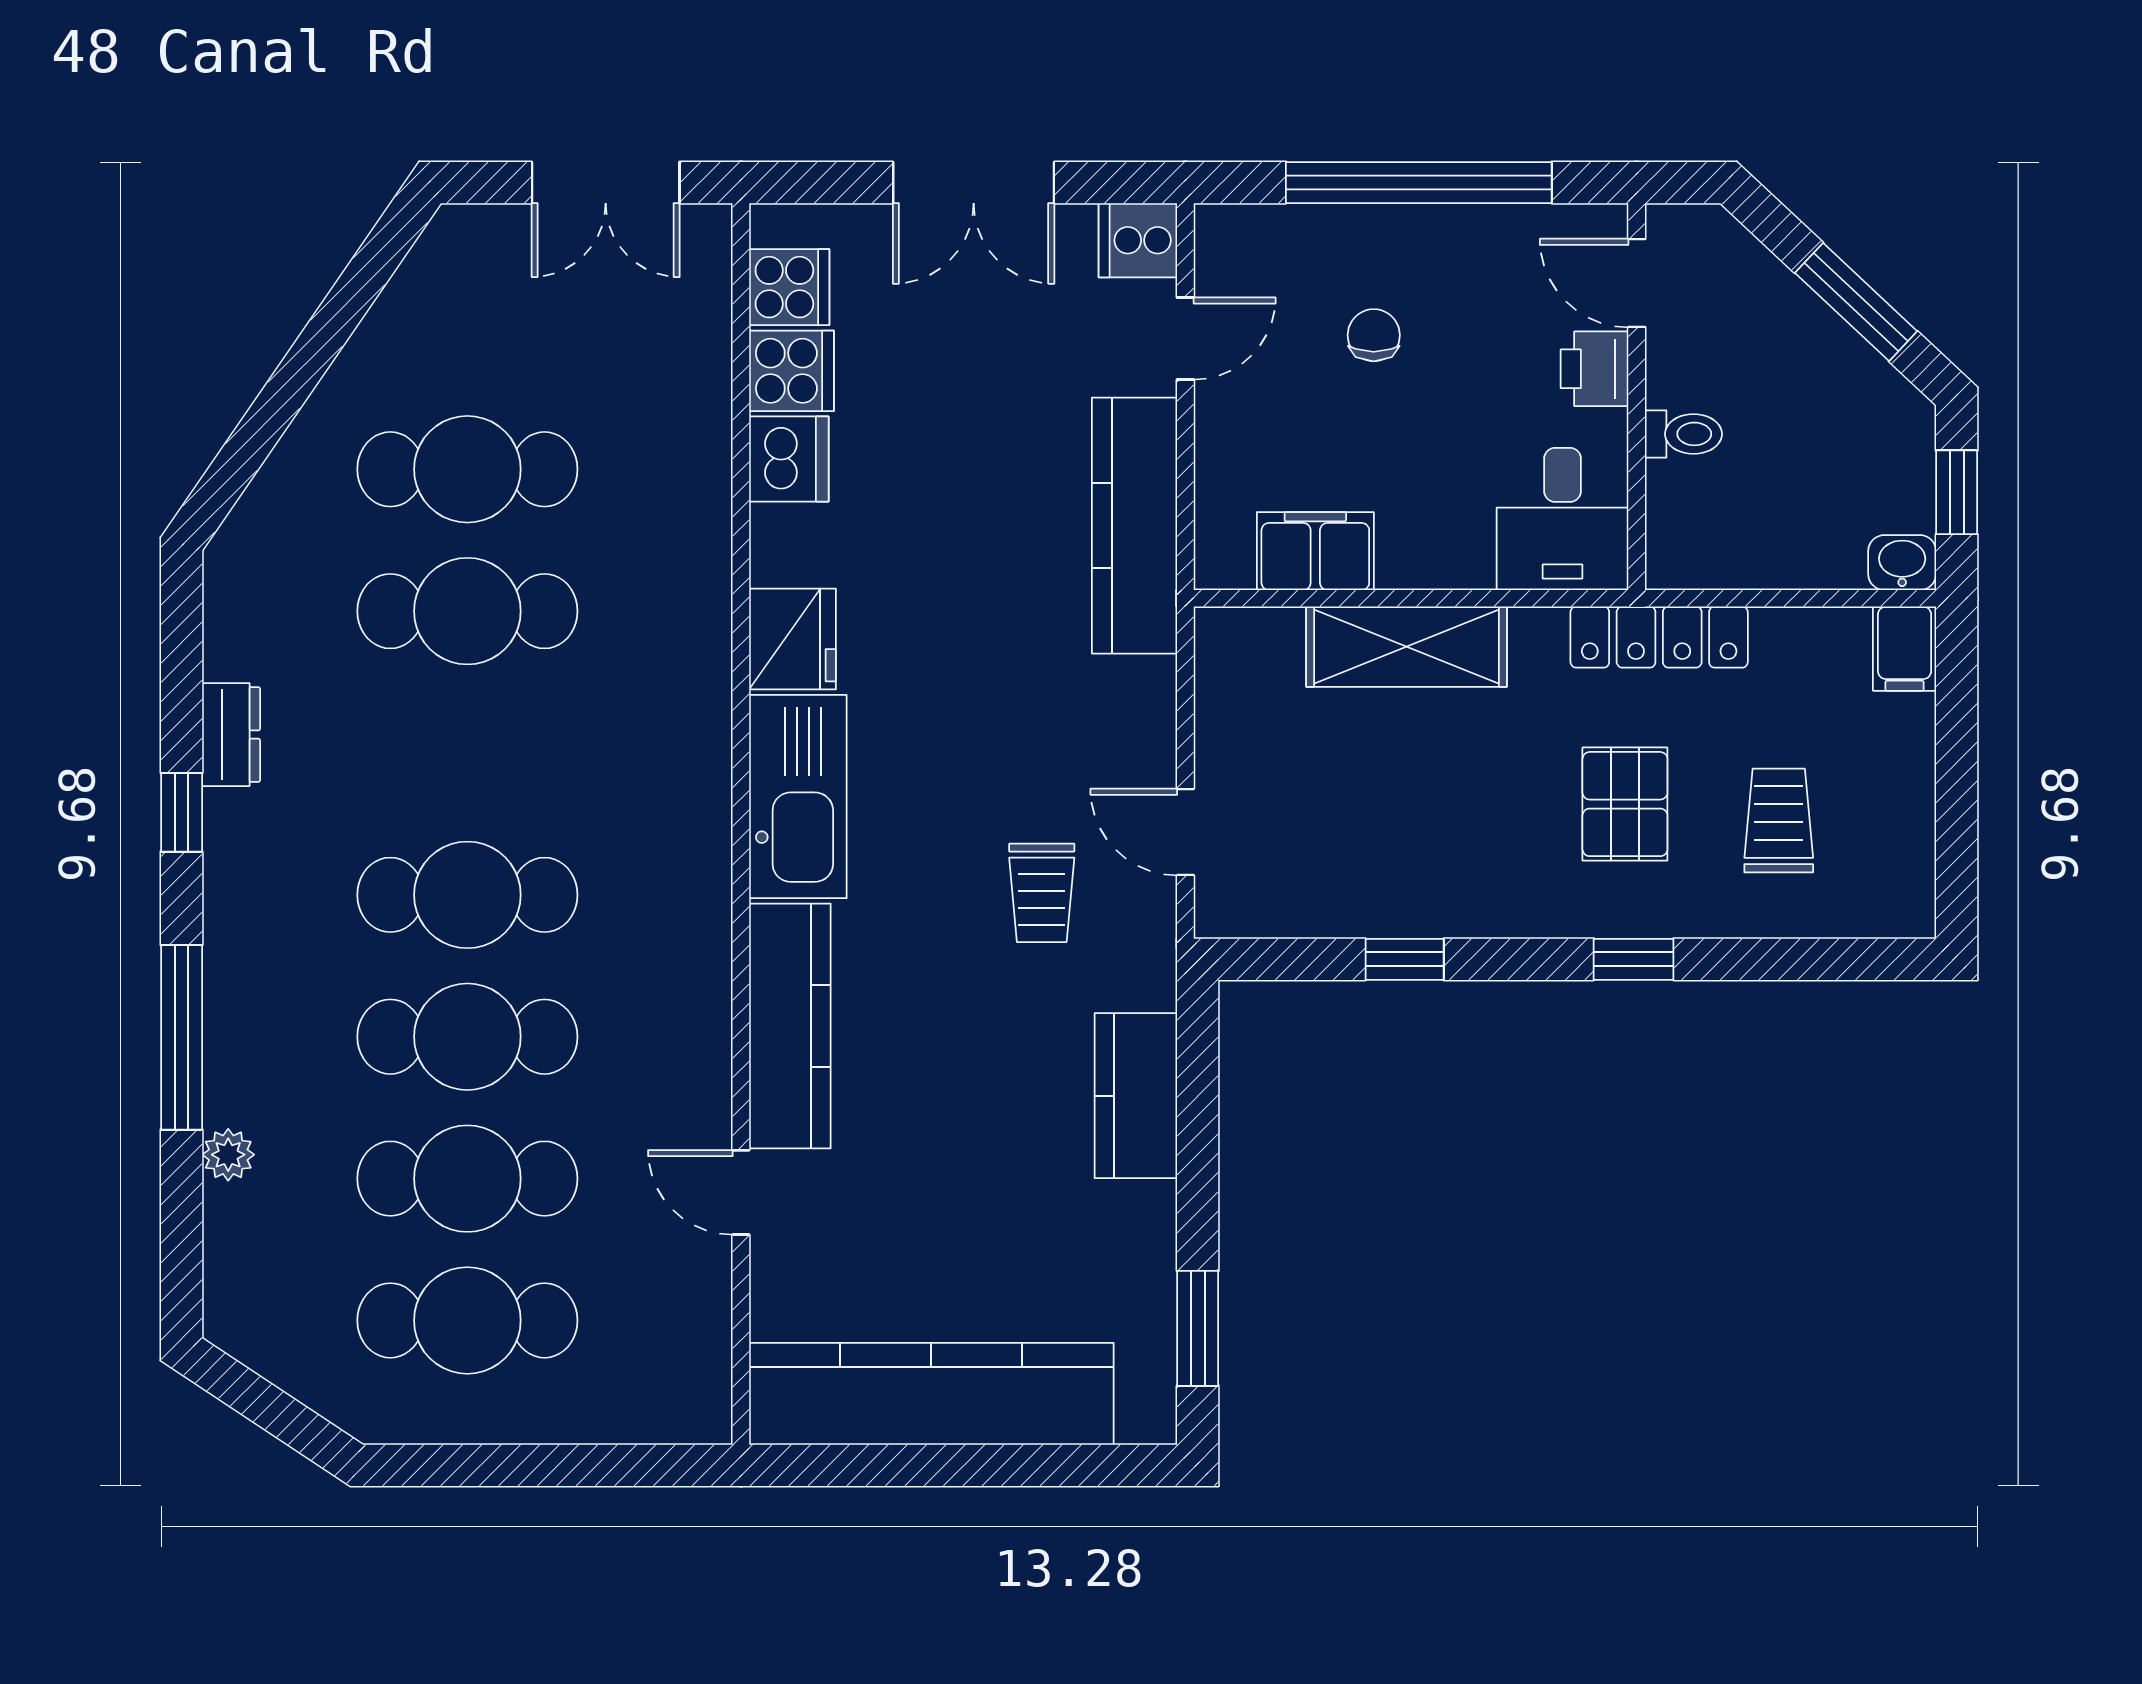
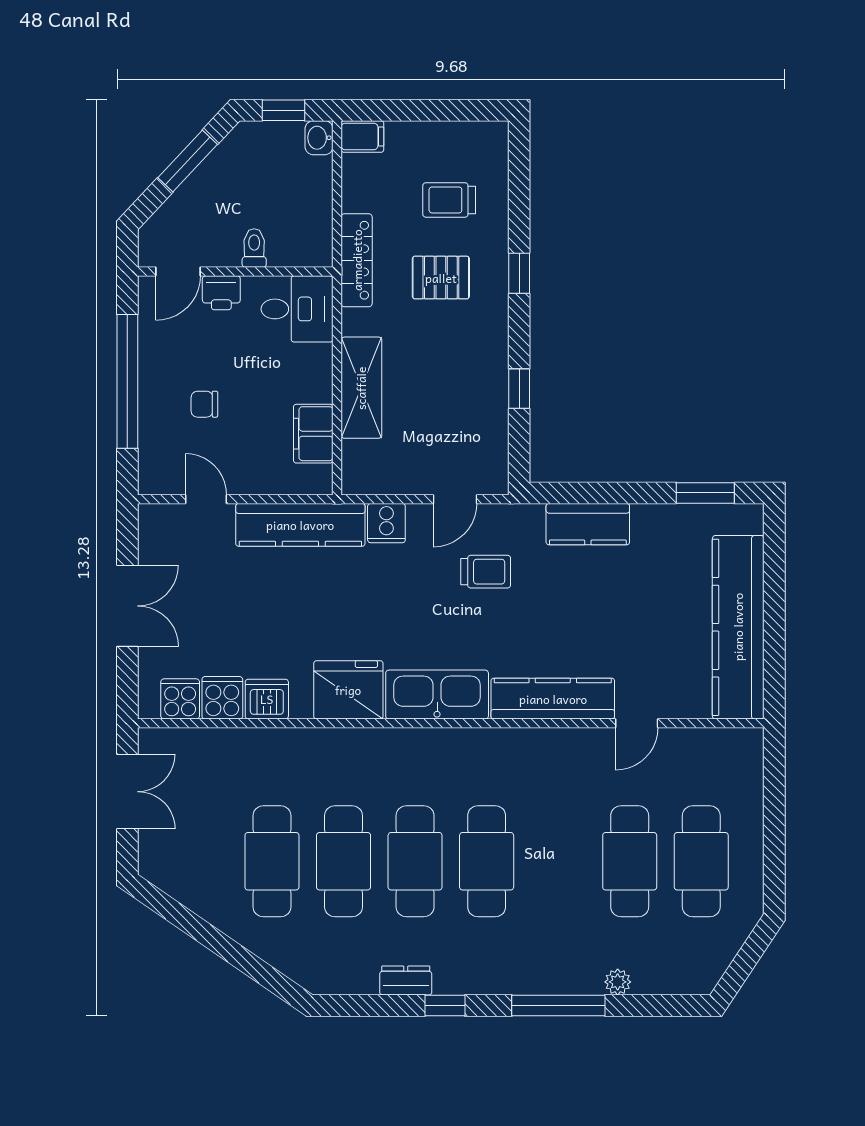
cooker: (1138, 240) -> (386, 523), moved
fridge: (793, 639) -> (348, 690), width x1.36, depth x1.34
cafe table: (467, 1037) -> (415, 861), moved

